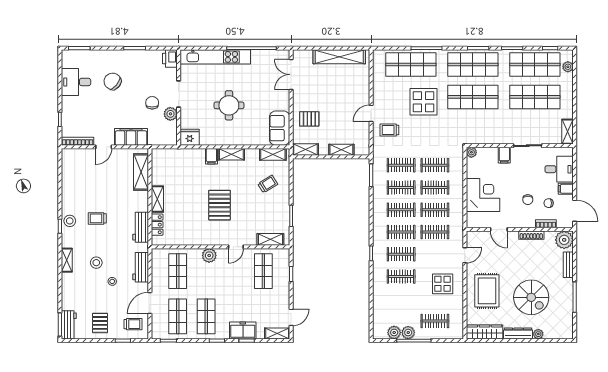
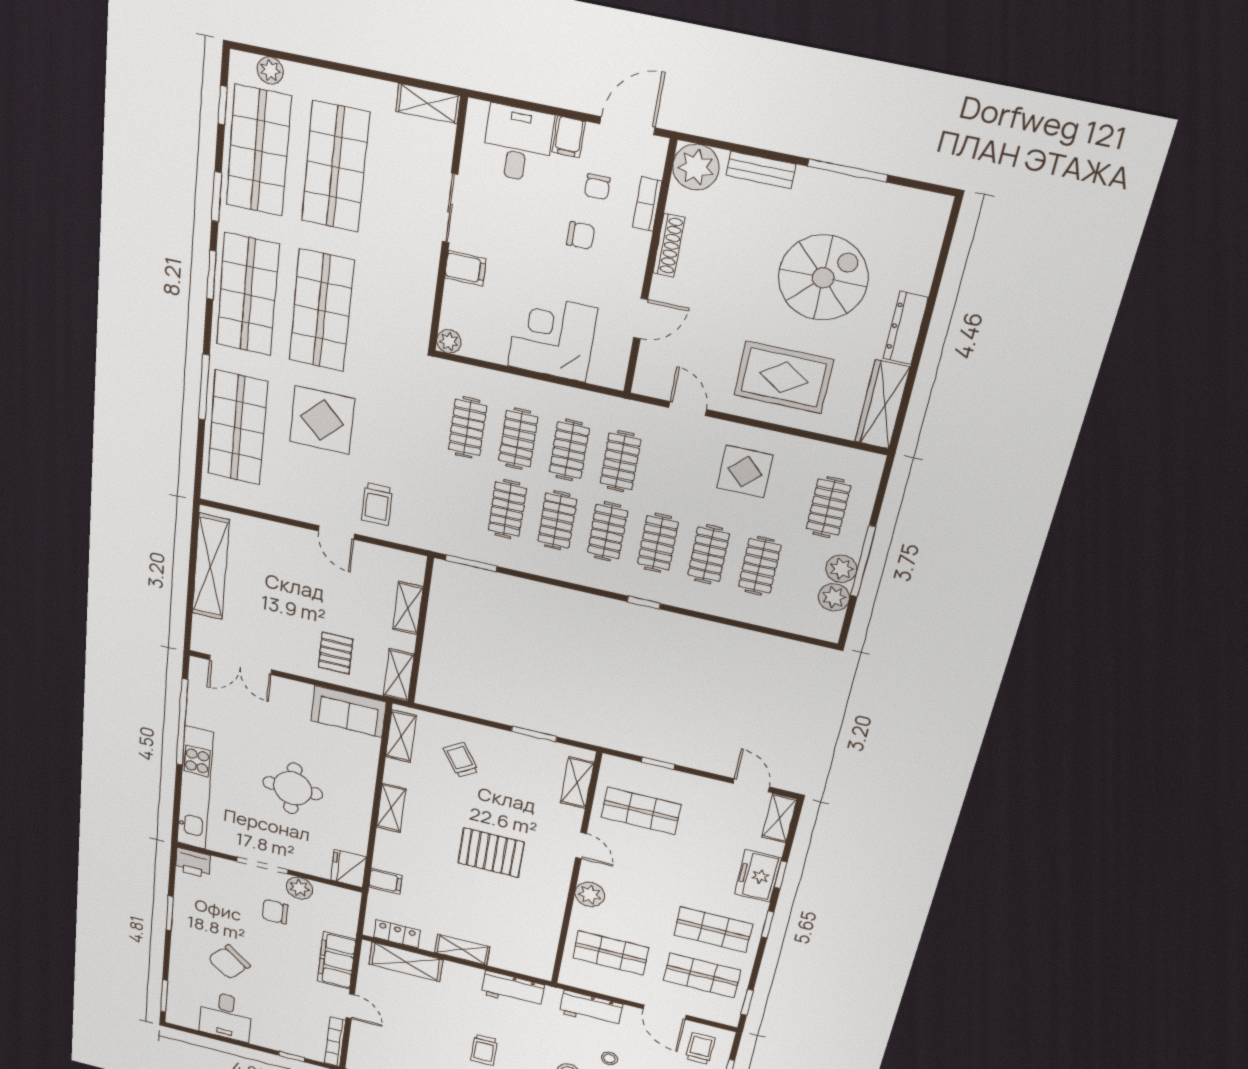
filing cabinet: (211, 156) -> (385, 881), moved
clothes rail: (401, 165) -> (760, 566), moved
locker: (157, 225) -> (397, 934), moved
plant: (538, 334) -> (920, 280), removed

